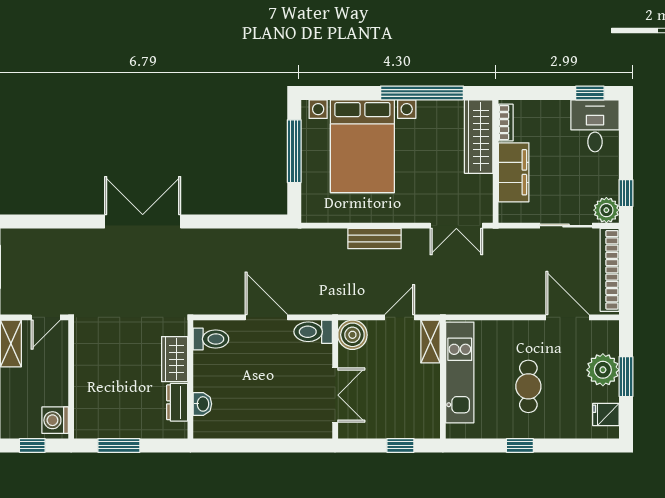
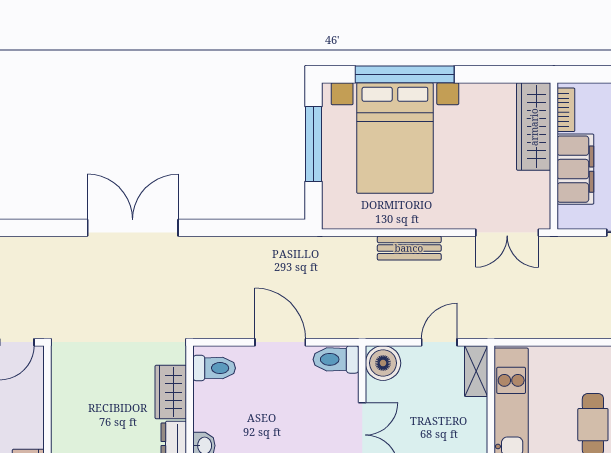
window: (422, 93) -> (405, 74), moved

